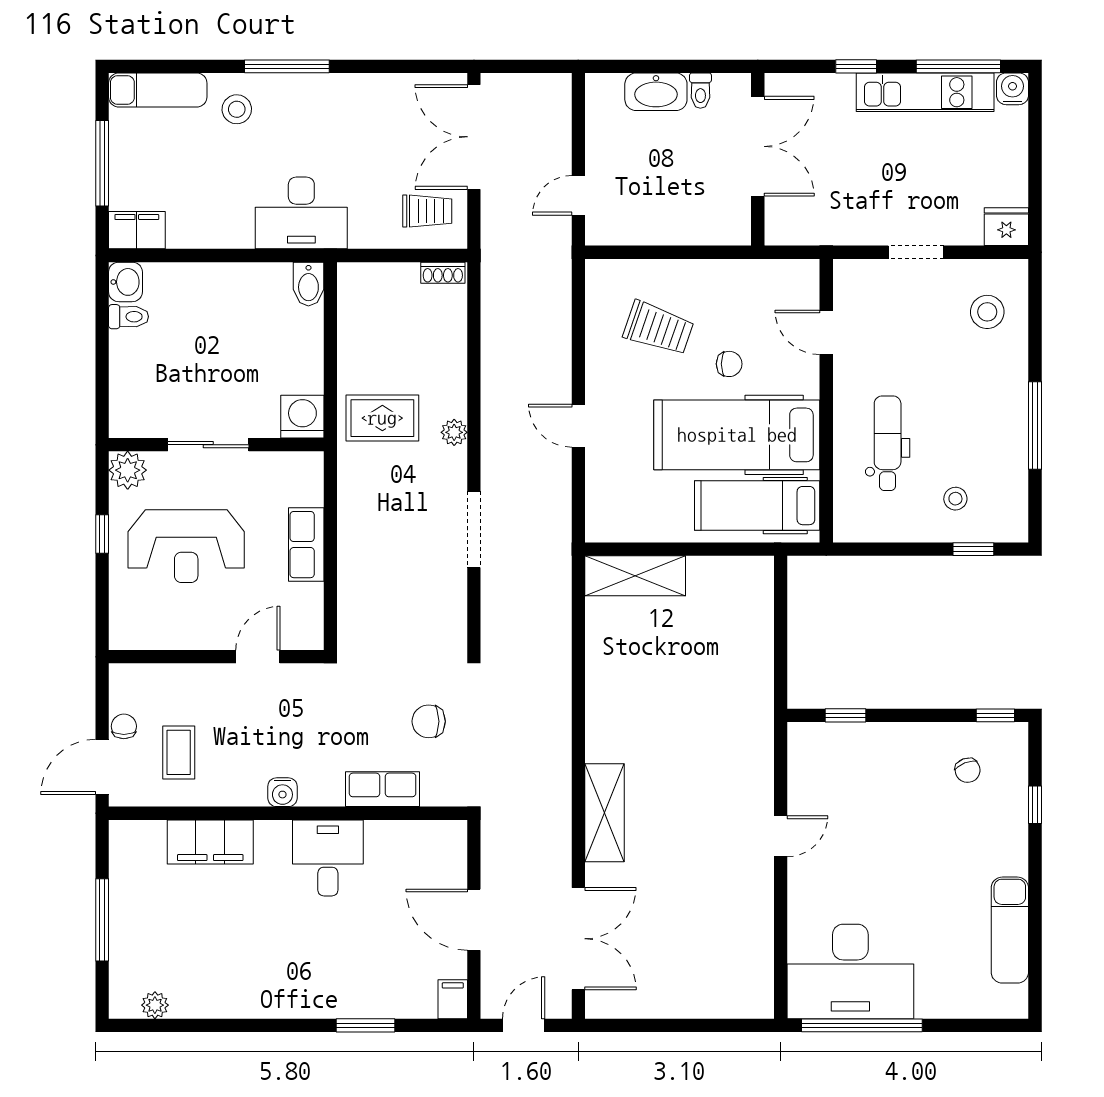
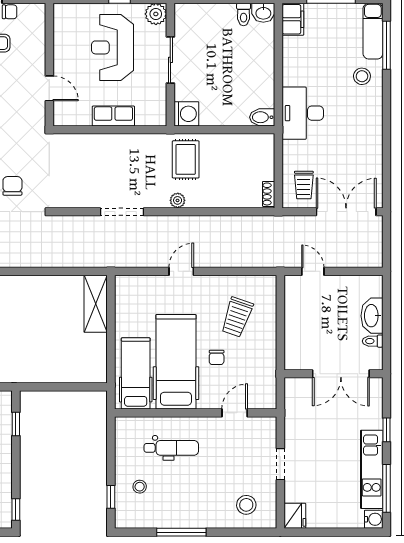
window: (287, 66) -> (386, 45), moved

